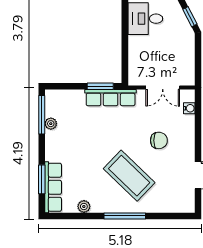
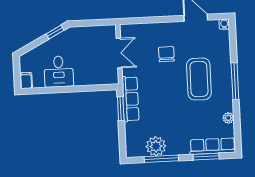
water cooler: (189, 108) -> (224, 24), moved
window: (42, 115) -> (161, 159), moved
plant: (51, 124) -> (156, 146), width x1.87, depth x1.87
coffee table: (129, 176) -> (199, 79), turned -44

